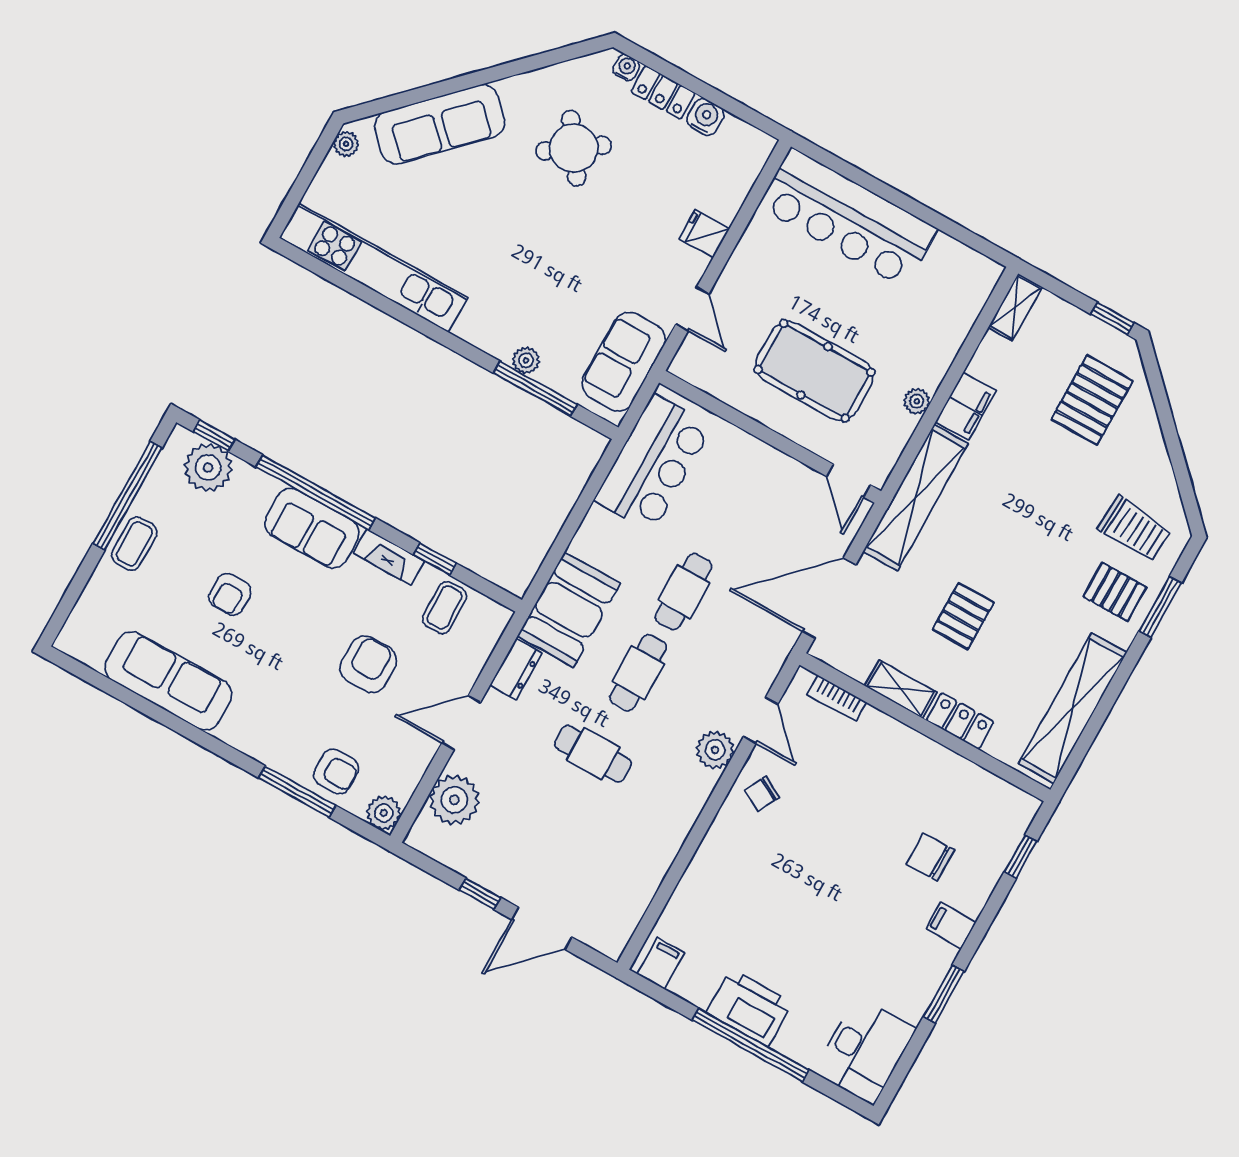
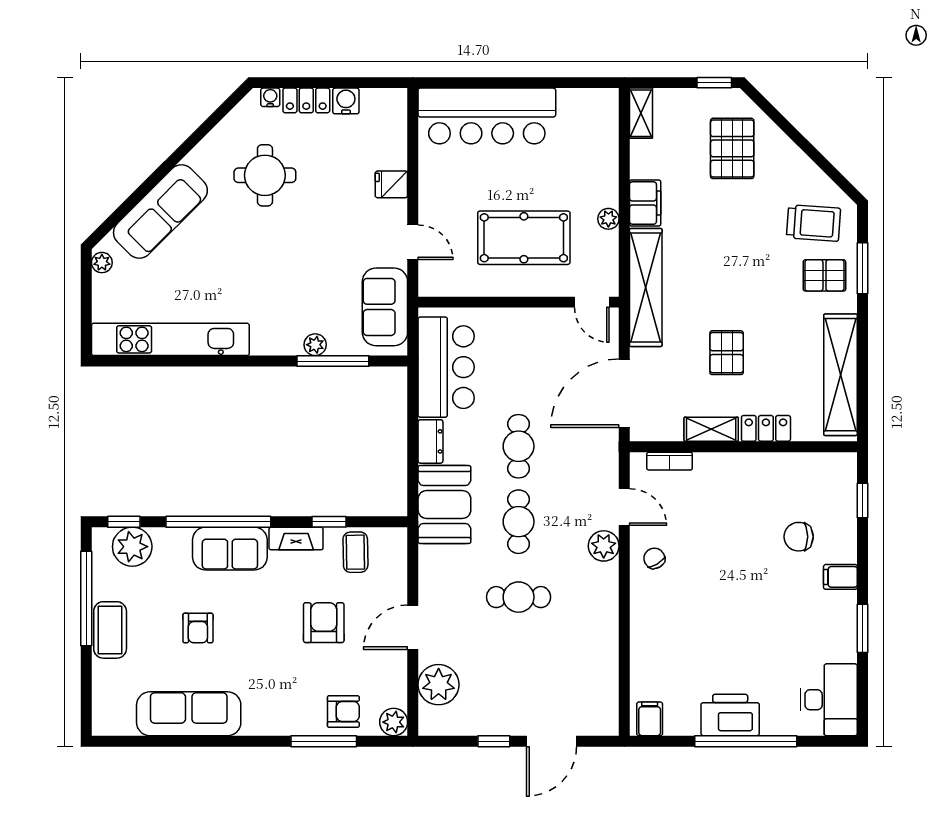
round table: (574, 148) -> (265, 175), turned 35
coffee table: (134, 544) -> (110, 630), width x1.36, depth x1.30
dresser: (516, 669) -> (430, 441), moved
chair: (762, 794) -> (654, 558), turned 121

